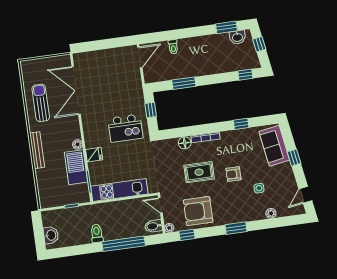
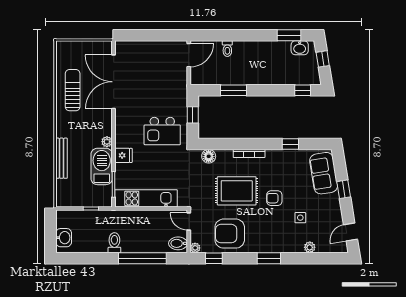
floor lamp: (185, 143) -> (209, 156), moved
bench: (37, 150) -> (61, 158), moved
rug: (199, 172) -> (237, 191), width x1.36, depth x1.43

